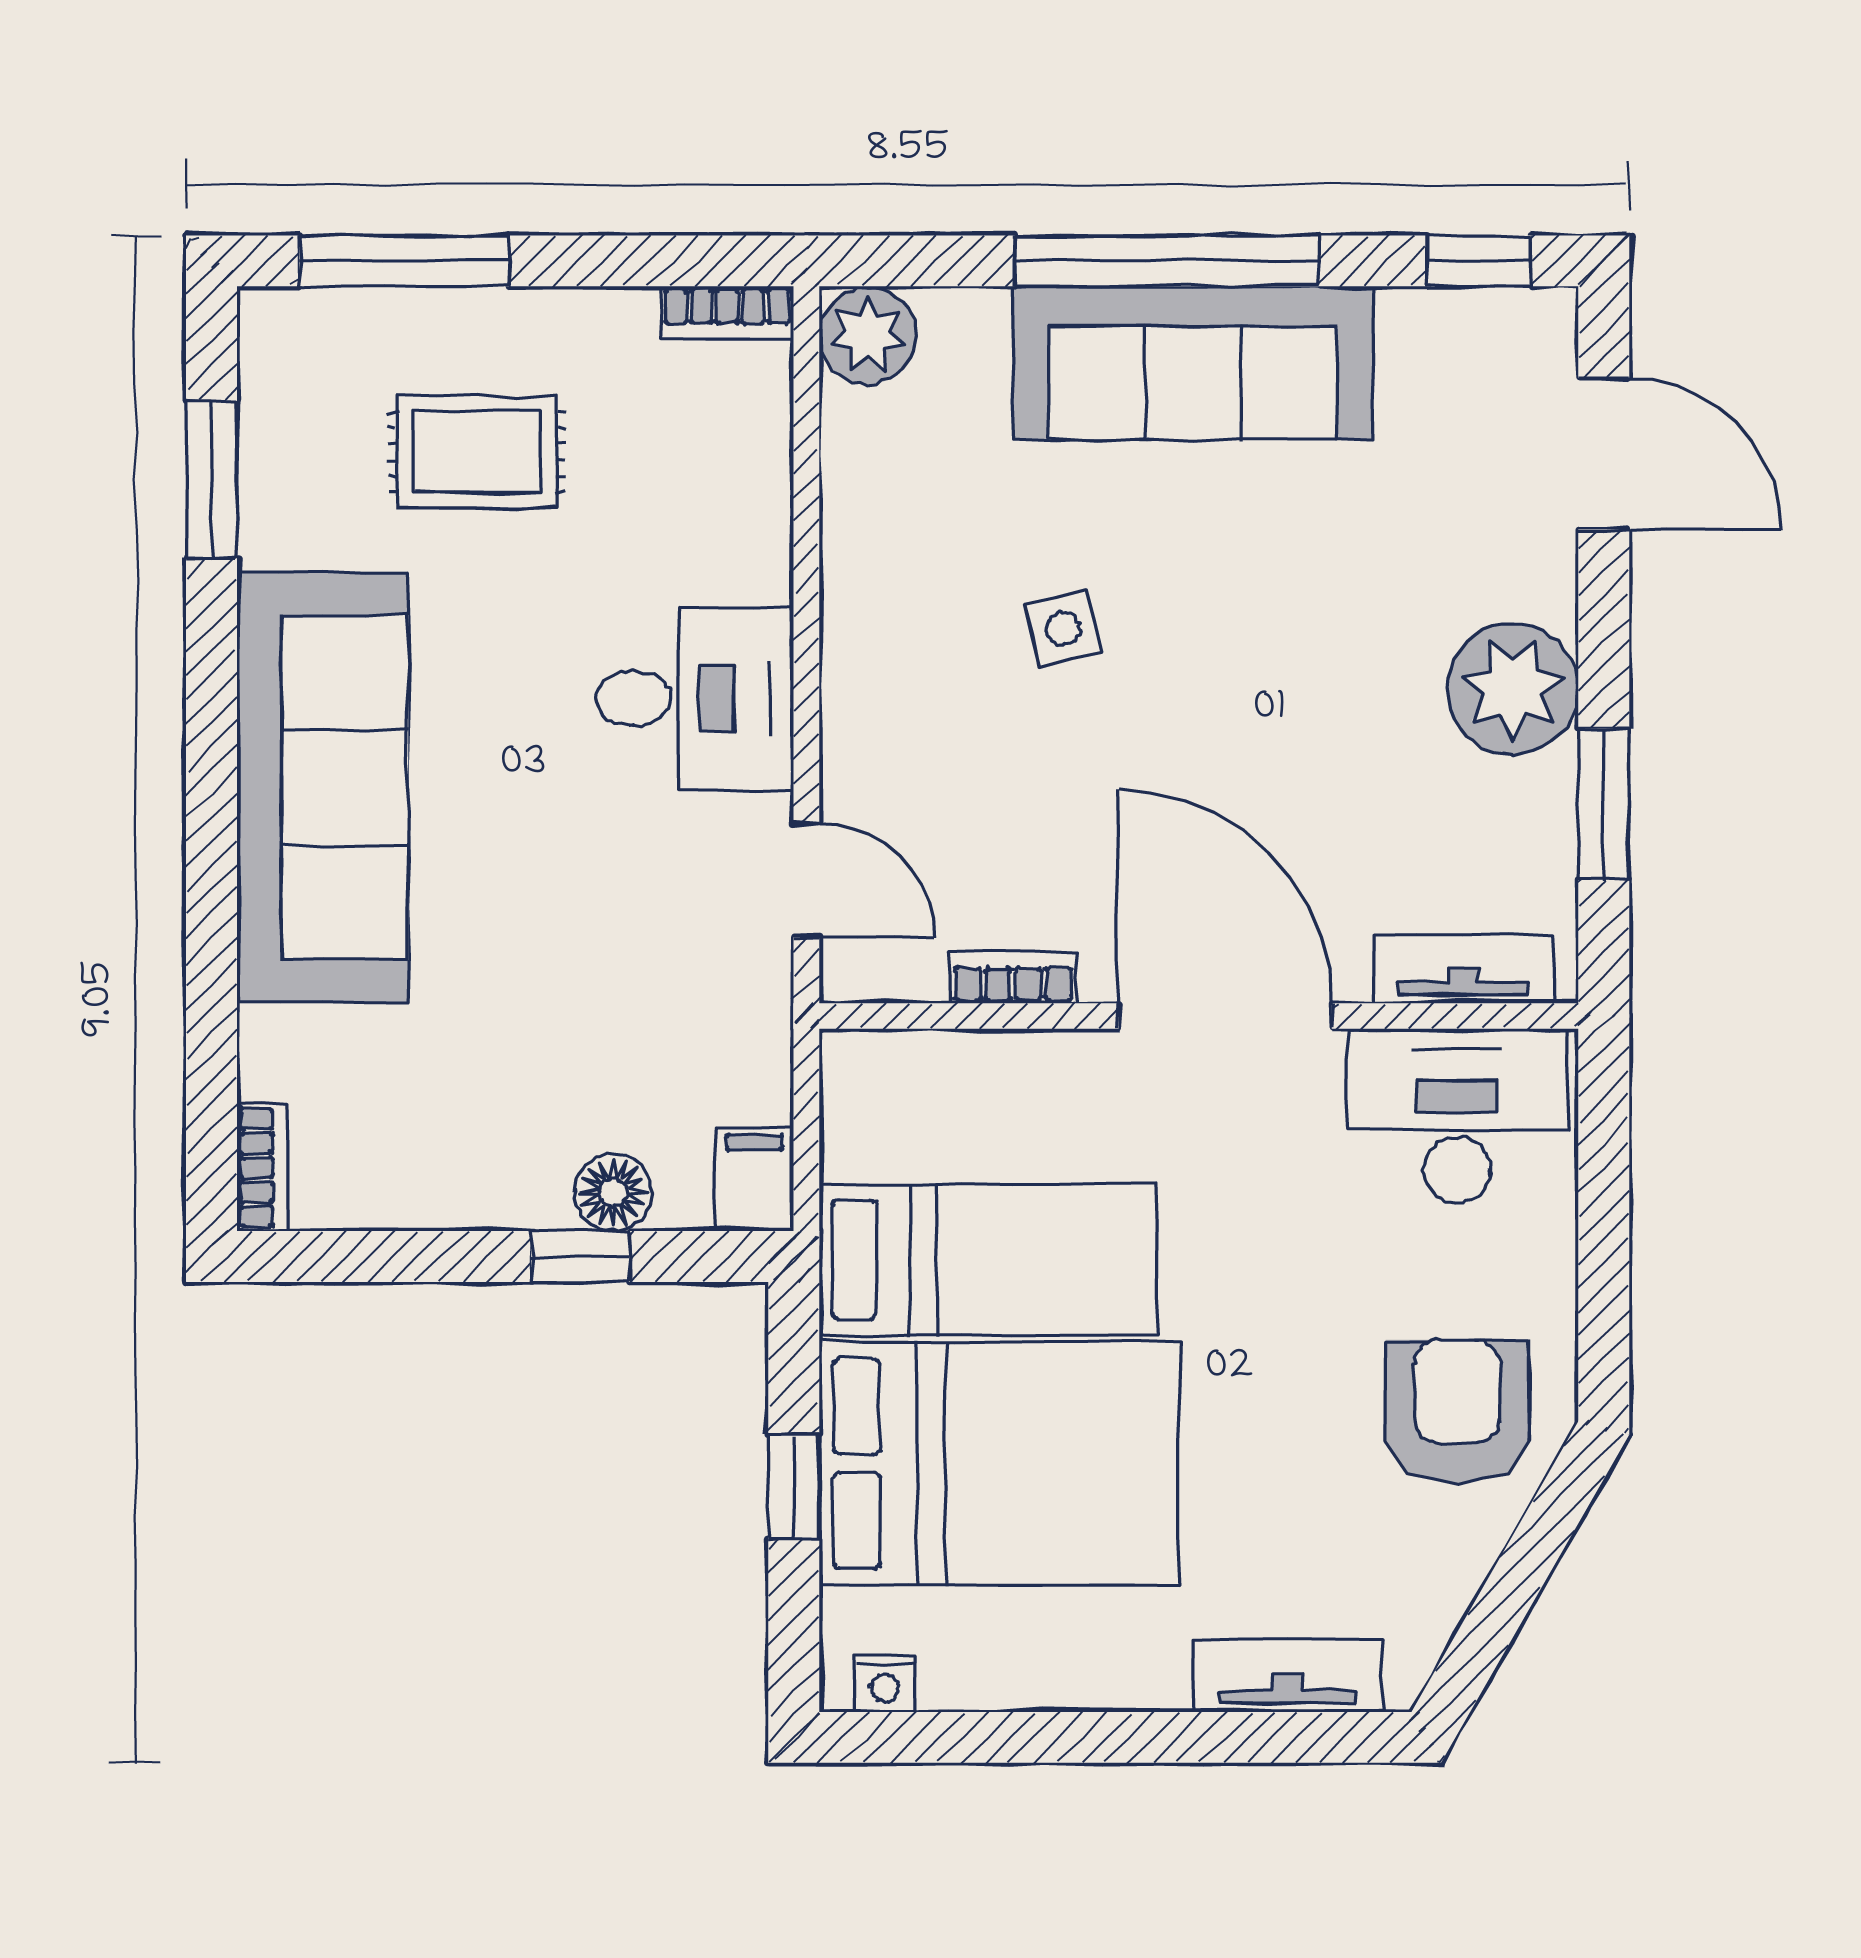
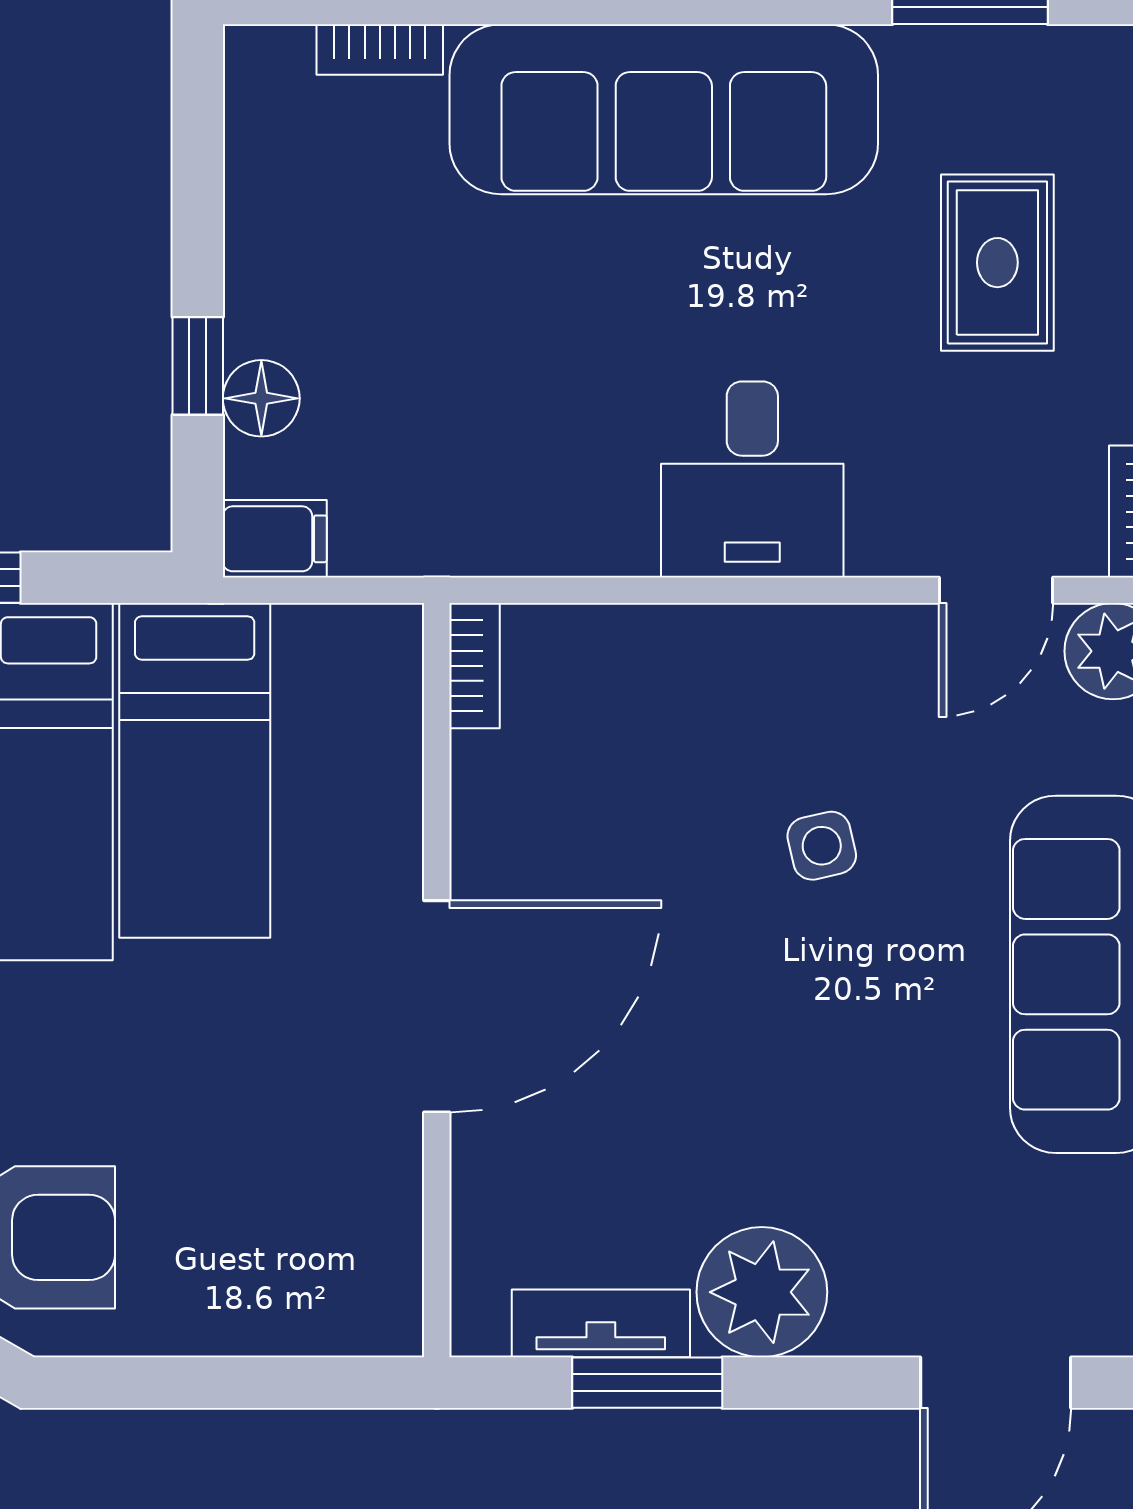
door: (806, 880) -> (996, 590), moved
tv unit: (1463, 969) -> (601, 1323), moved, turned -90
bookcase: (1013, 978) -> (474, 666), moved
desk: (1457, 1116) -> (338, 1237), removed
bookcase: (262, 1168) -> (380, 50), moved

